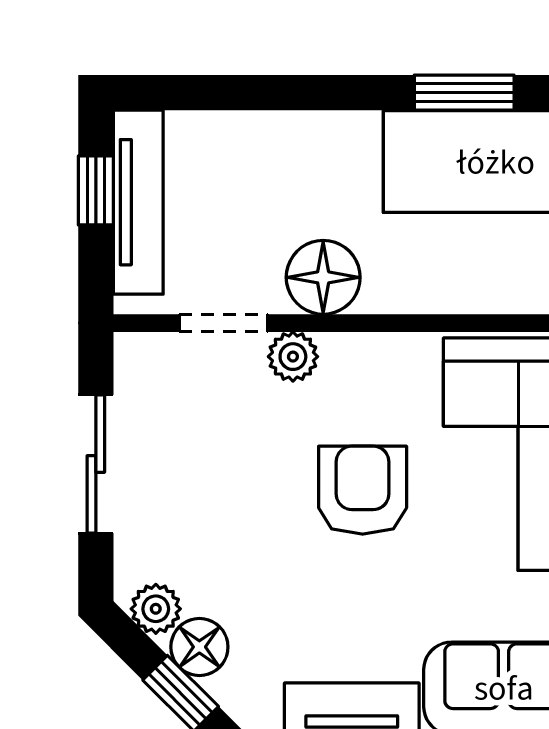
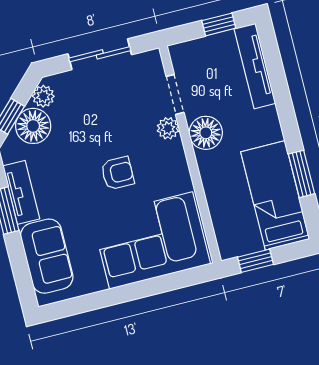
tv unit: (138, 202) -> (255, 66), moved, turned 90
armchair: (363, 490) -> (117, 173), width x0.72, depth x0.72
floor lamp: (199, 647) -> (33, 126), width x1.38, depth x1.38

